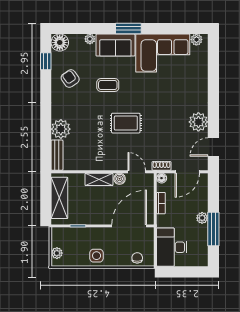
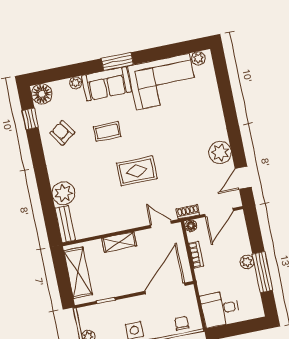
boiler: (120, 179) -> (143, 236), removed
desk: (172, 247) -> (220, 309), width x0.73

